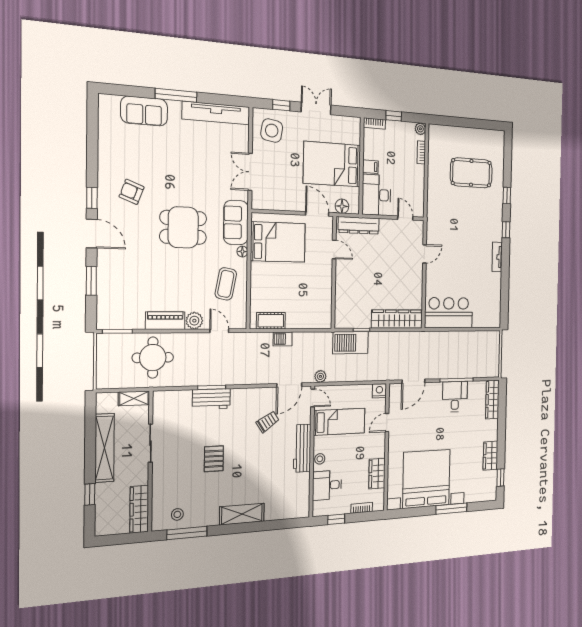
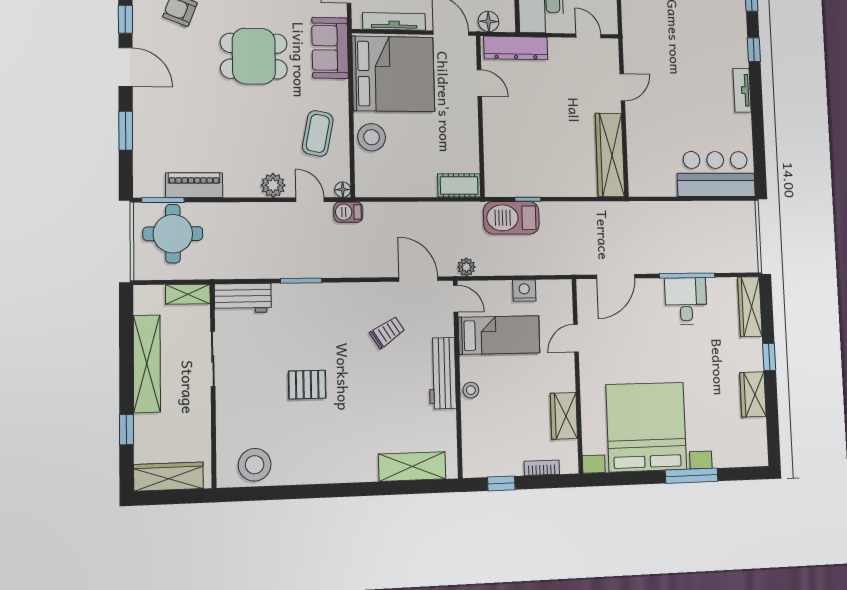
tv unit: (280, 205) -> (394, 21), added
bed: (278, 242) -> (393, 74), width x1.36
floor lamp: (242, 252) -> (343, 190), moved
stool: (262, 287) -> (372, 137), added
bar counter: (449, 313) -> (716, 174), moved
wardrobe: (397, 319) -> (610, 155), moved, turned -90
piano: (165, 321) -> (194, 185), moved
cot: (271, 321) -> (459, 185), moved
barbecue: (283, 339) -> (348, 212), moved
round table: (153, 358) -> (173, 234), moved
door: (289, 385) -> (418, 279), swing flipped
nightstand: (379, 391) -> (524, 291), moved
workbench: (211, 399) -> (243, 298), moved
pallet: (214, 459) -> (307, 385), turned 90
window: (500, 478) -> (769, 357), moved
desk: (327, 485) -> (484, 431), removed
wardrobe: (139, 509) -> (168, 477), moved, turned 90
stool: (177, 514) -> (255, 465), width x1.89, depth x1.89
shelving: (242, 514) -> (412, 466), moved
window: (187, 533) -> (270, 493), removed

